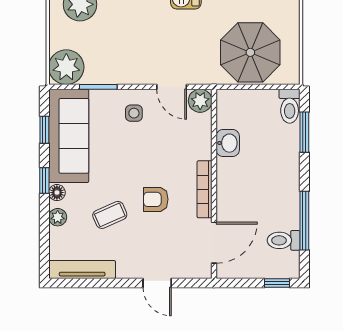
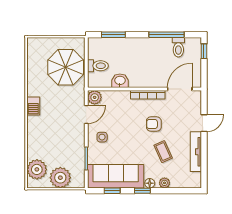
plant: (66, 67) -> (60, 178), moved
toilet: (290, 106) -> (98, 66), moved
armchair: (156, 199) -> (154, 124), turned 90
door: (214, 243) -> (180, 89), hinge flipped
tv unit: (82, 270) -> (196, 152), moved

